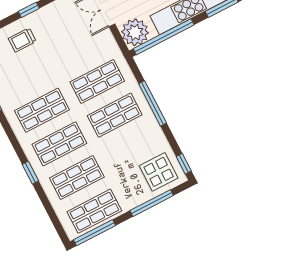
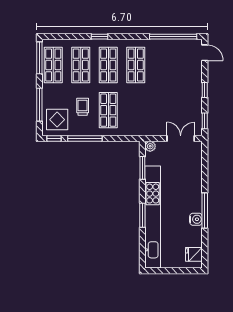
plant: (135, 32) -> (150, 146), width x0.53, depth x0.53
window: (164, 37) -> (142, 168), width x0.47
trolley: (22, 40) -> (83, 107), moved
shop shelf: (97, 81) -> (136, 110), removed
window: (153, 103) -> (85, 138), moved

